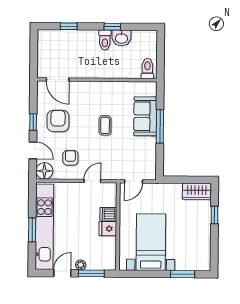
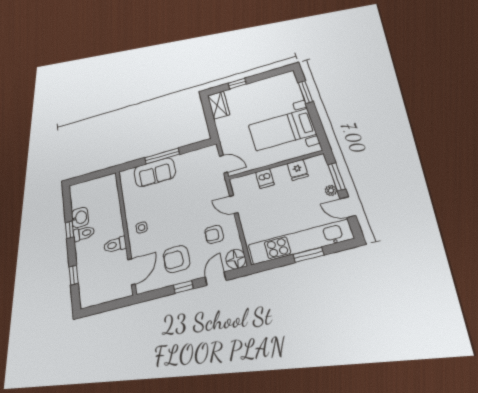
toilet: (147, 69) -> (115, 245), moved
side table: (95, 95) -> (142, 228), added
coffee table: (105, 125) -> (172, 208), removed
fridge: (108, 229) -> (298, 170), moved

